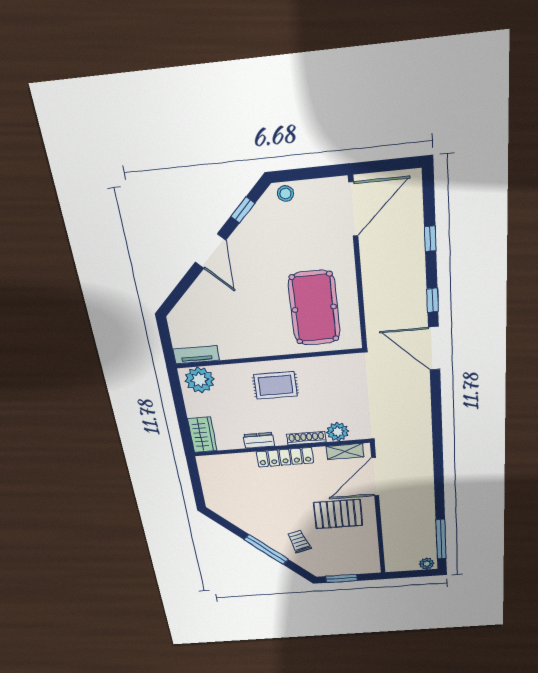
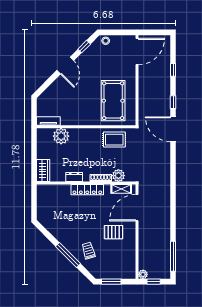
plant: (200, 380) -> (61, 136), moved
rug: (275, 385) -> (114, 140), moved
pallet: (338, 514) -> (114, 232), width x0.67, depth x0.71
plant: (427, 564) -> (143, 274), moved
window: (410, 574) -> (154, 282), added

